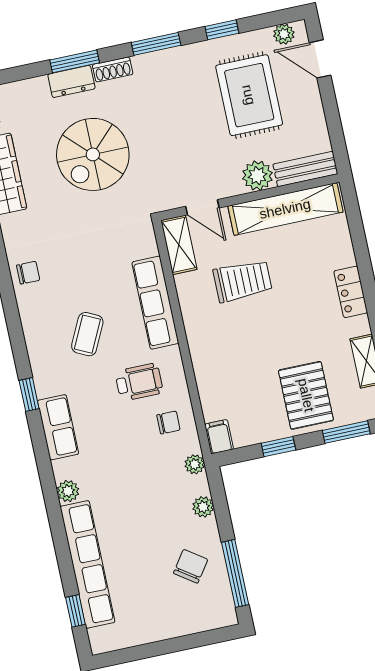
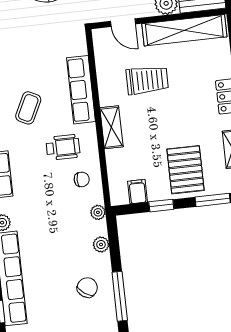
shelving: (179, 245) -> (111, 127), moved
filing cabinet: (219, 437) -> (138, 192), moved

